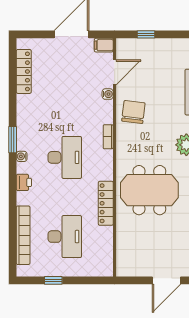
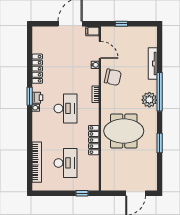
locker: (24, 71) -> (37, 69), moved
door: (115, 72) -> (100, 50), hinge flipped
chair: (133, 112) -> (113, 77), turned 96
printer: (24, 182) -> (37, 98), moved
window: (53, 280) -> (82, 193), moved

